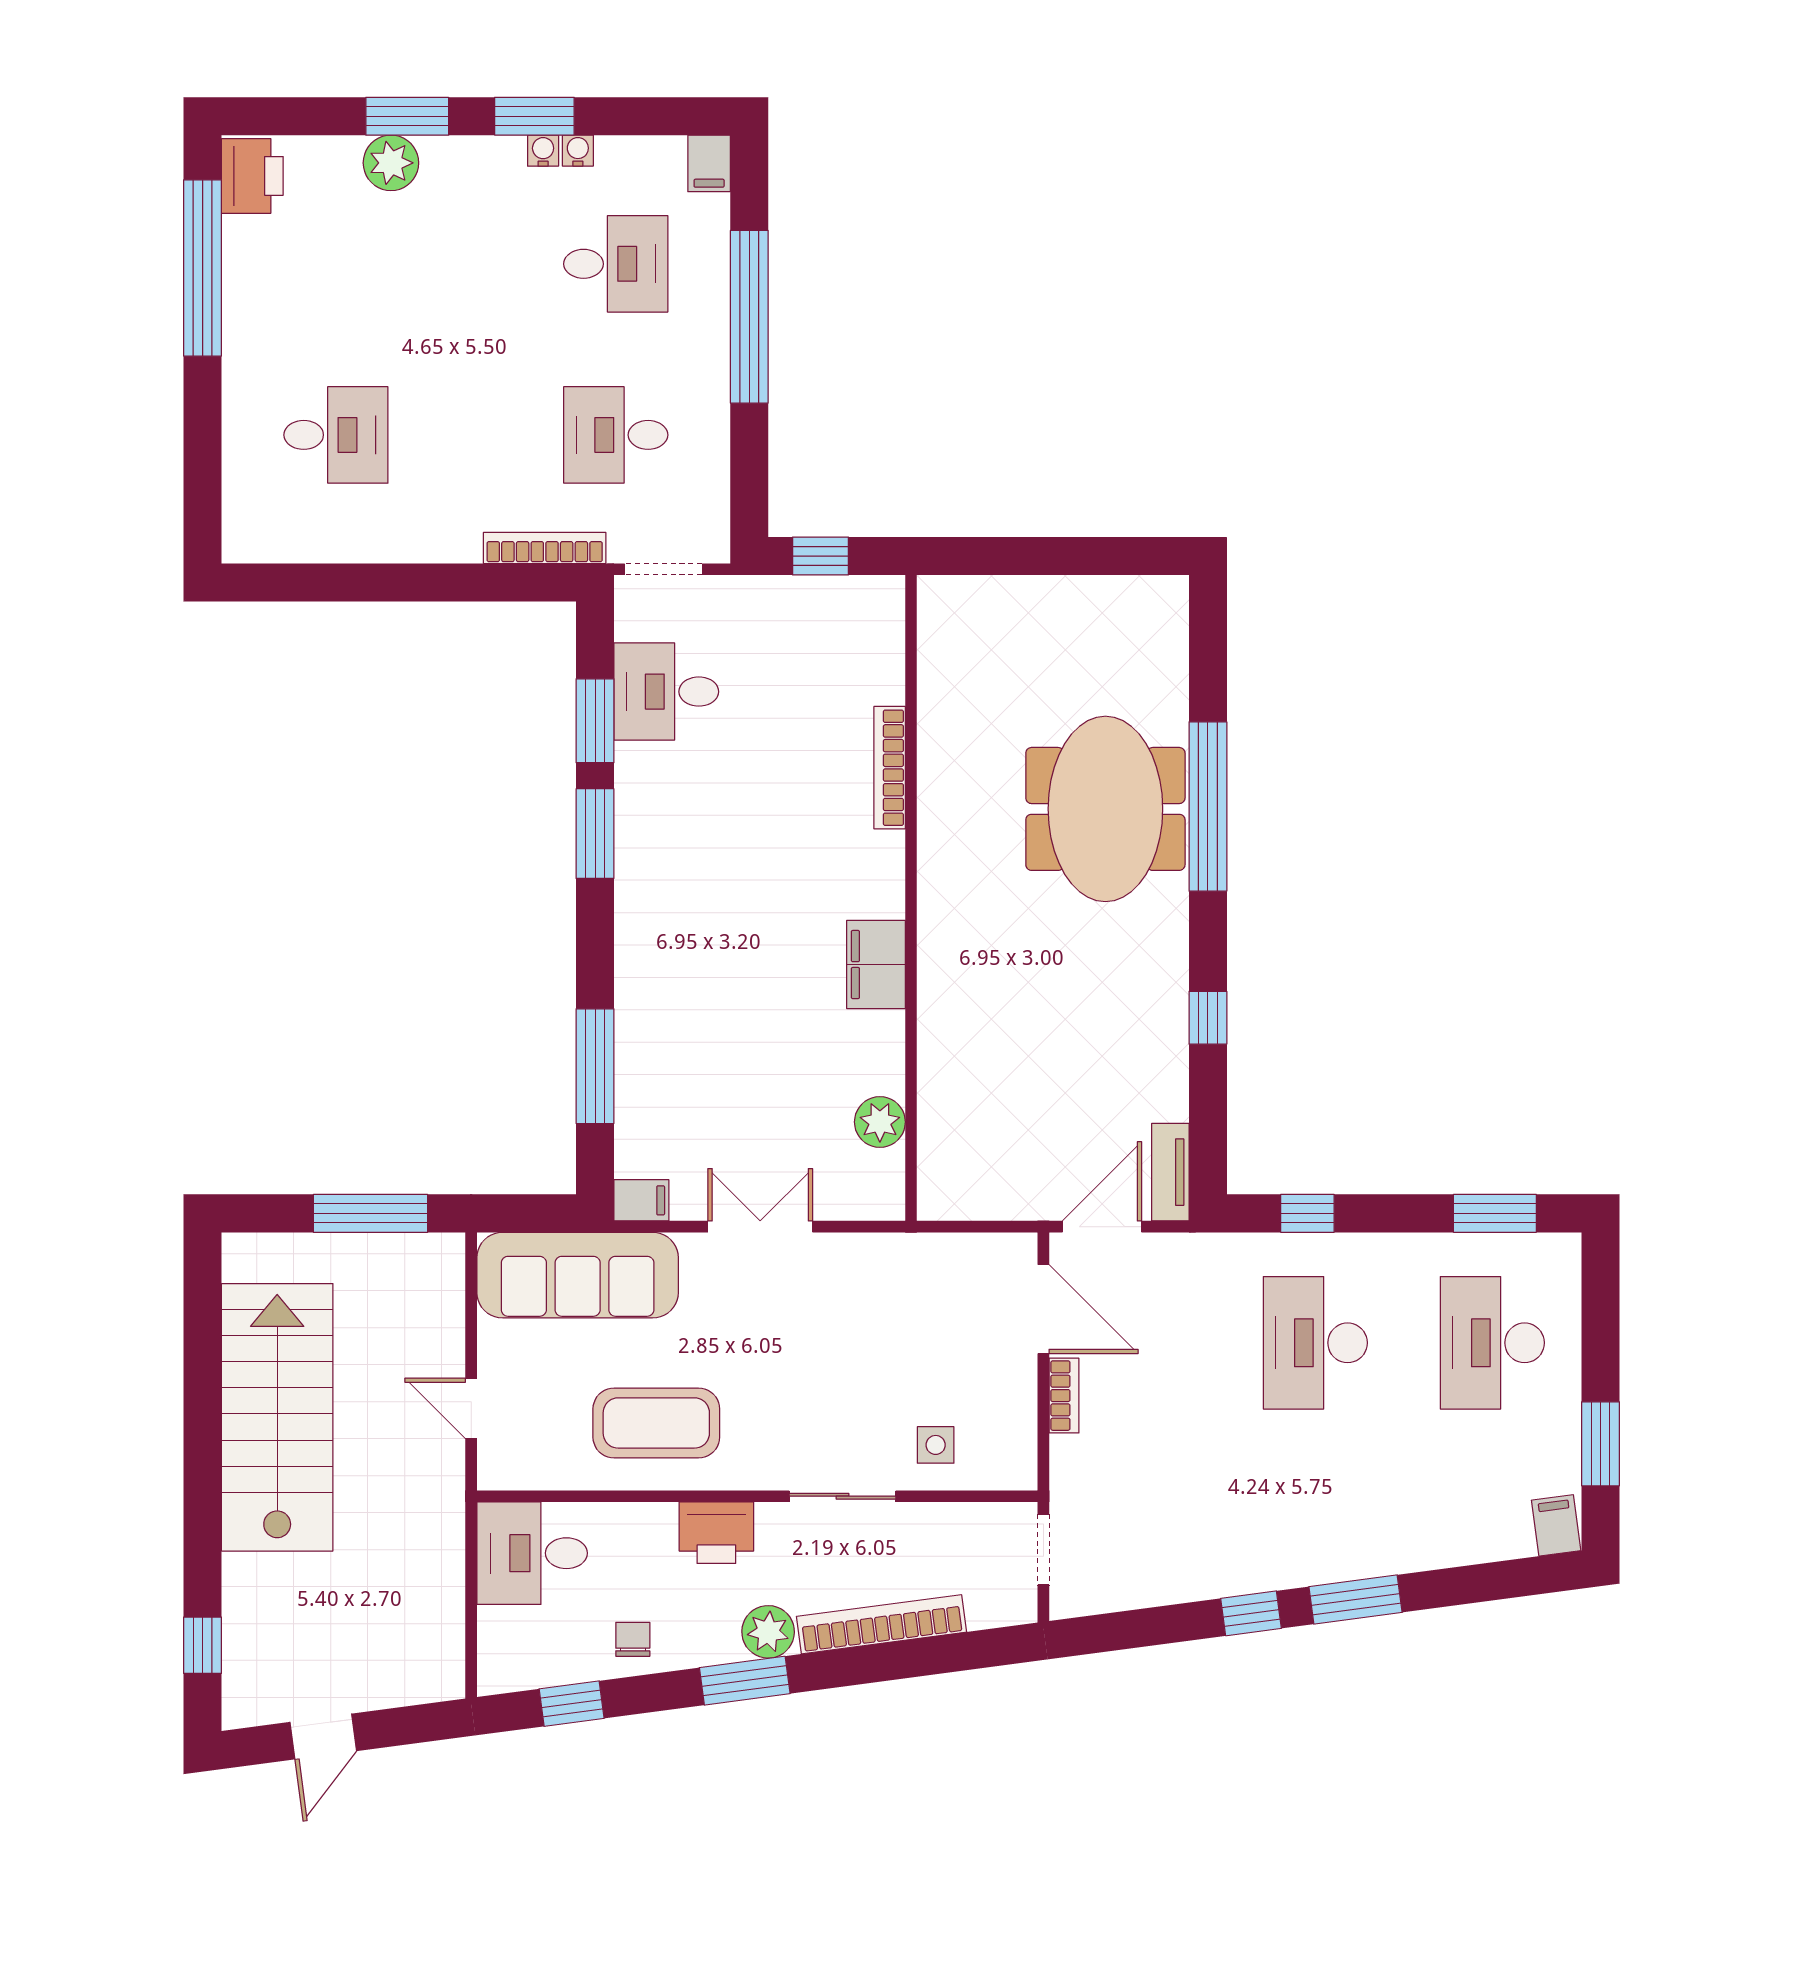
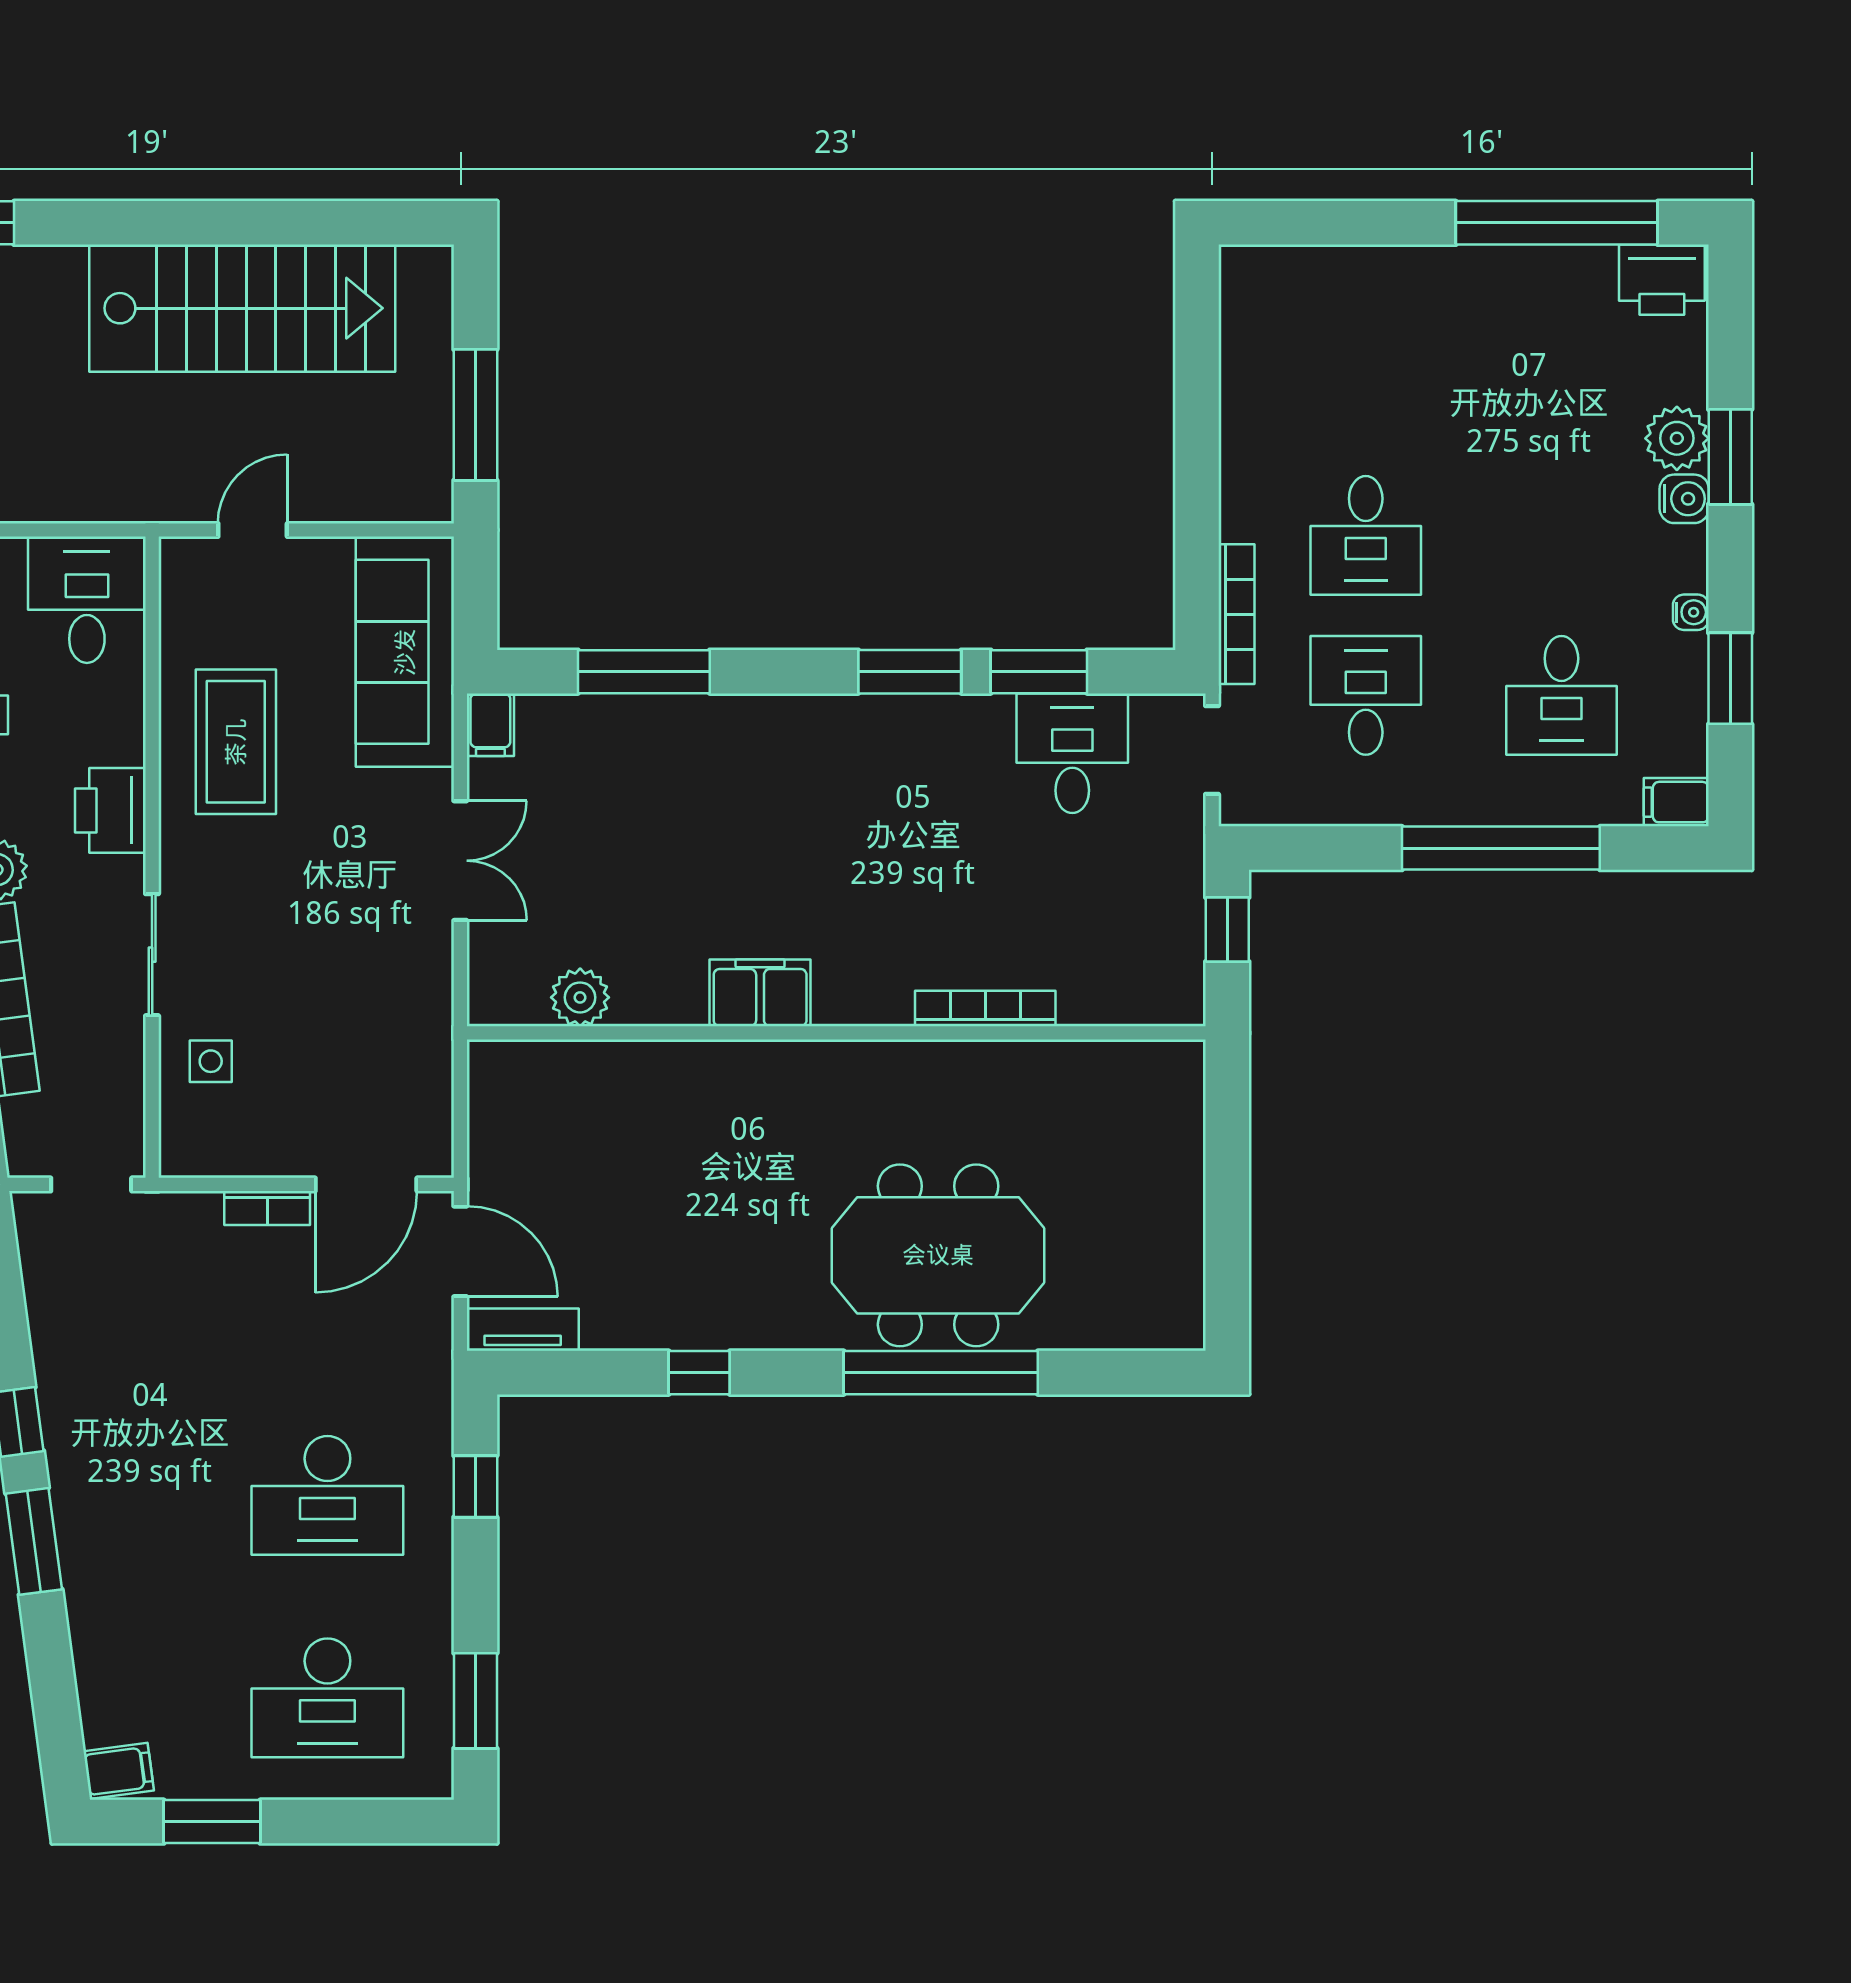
window: (534, 116) -> (1730, 678), moved
water cooler: (578, 151) -> (1684, 499), moved, width x1.38, depth x1.38
desk: (336, 435) -> (1366, 535), moved
desk: (1315, 1343) -> (327, 1495), turned 180
desk: (1492, 1343) -> (327, 1698), turned 180

